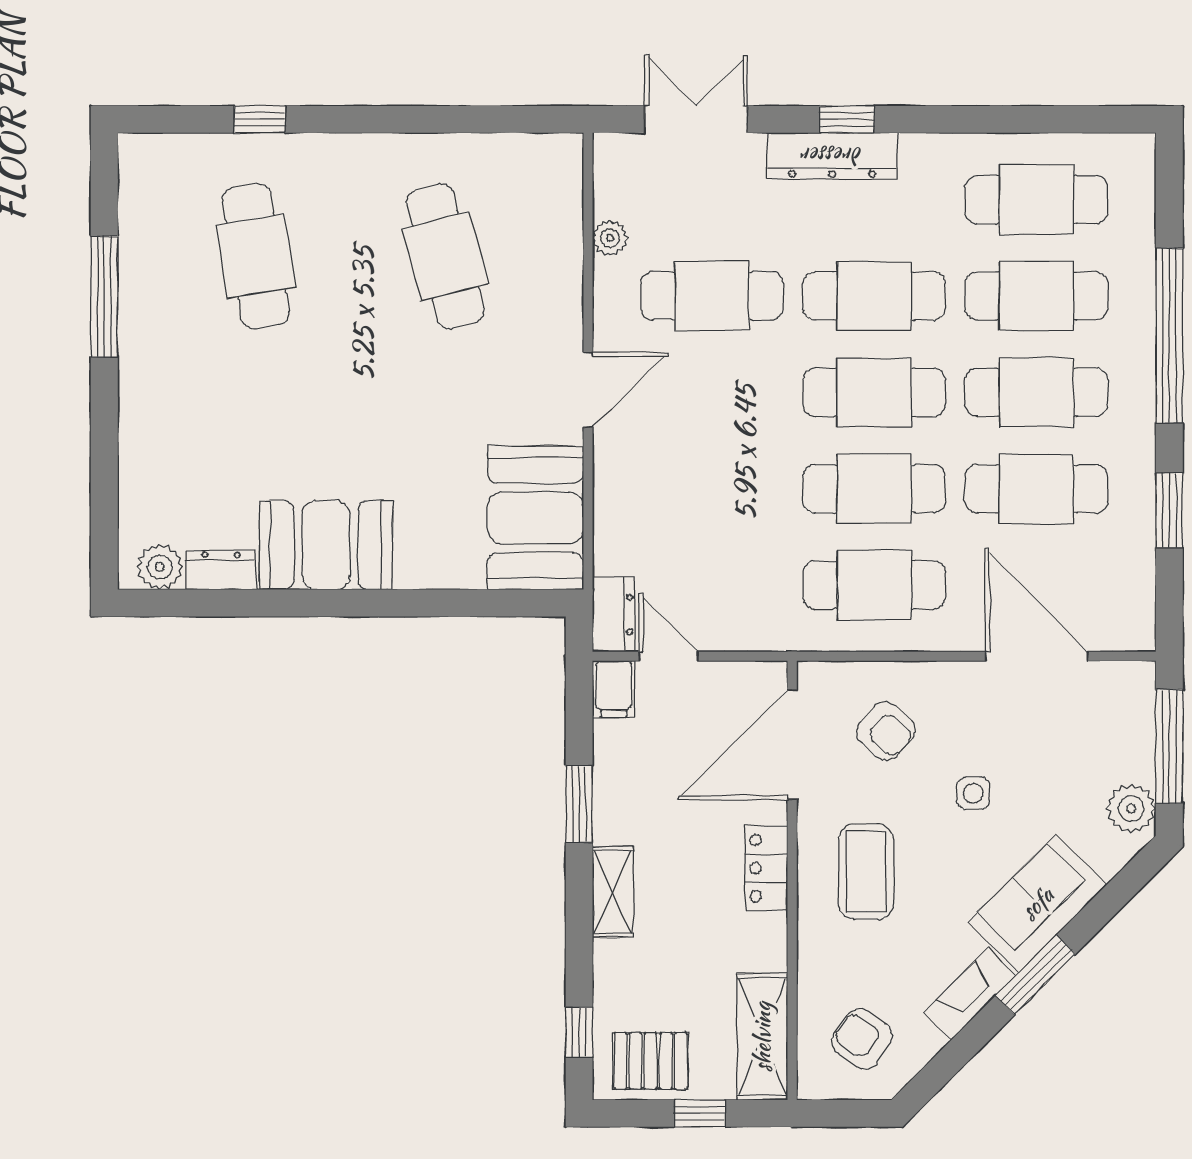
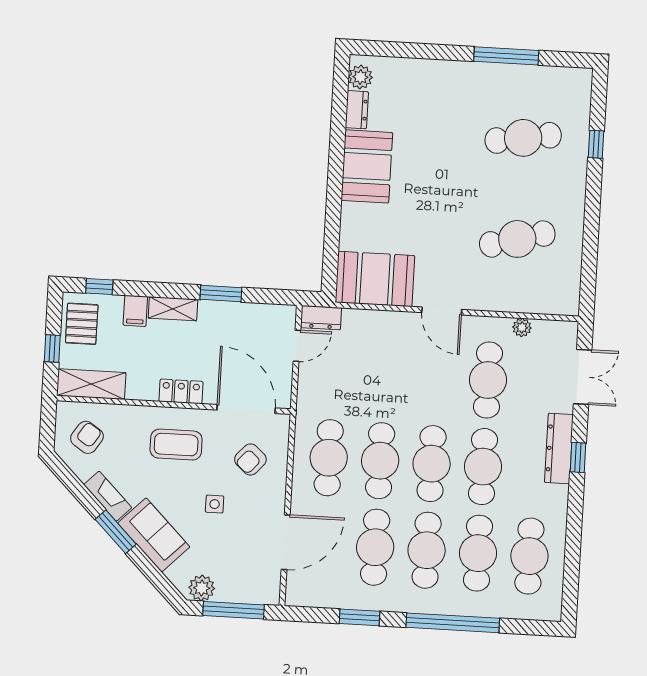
filing cabinet: (614, 689) -> (135, 311), moved, turned -90

